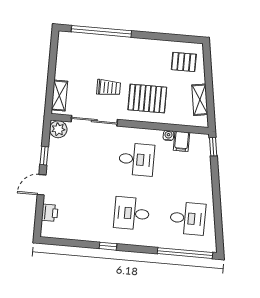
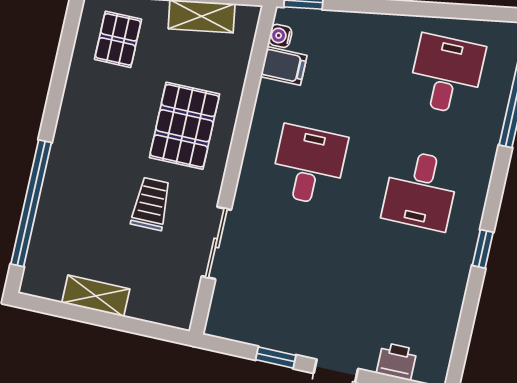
shelving: (59, 96) -> (96, 296), moved
sliding door: (94, 121) -> (216, 243), width x0.73
plant: (58, 129) -> (224, 321), removed
water cooler: (168, 135) -> (280, 36), moved

